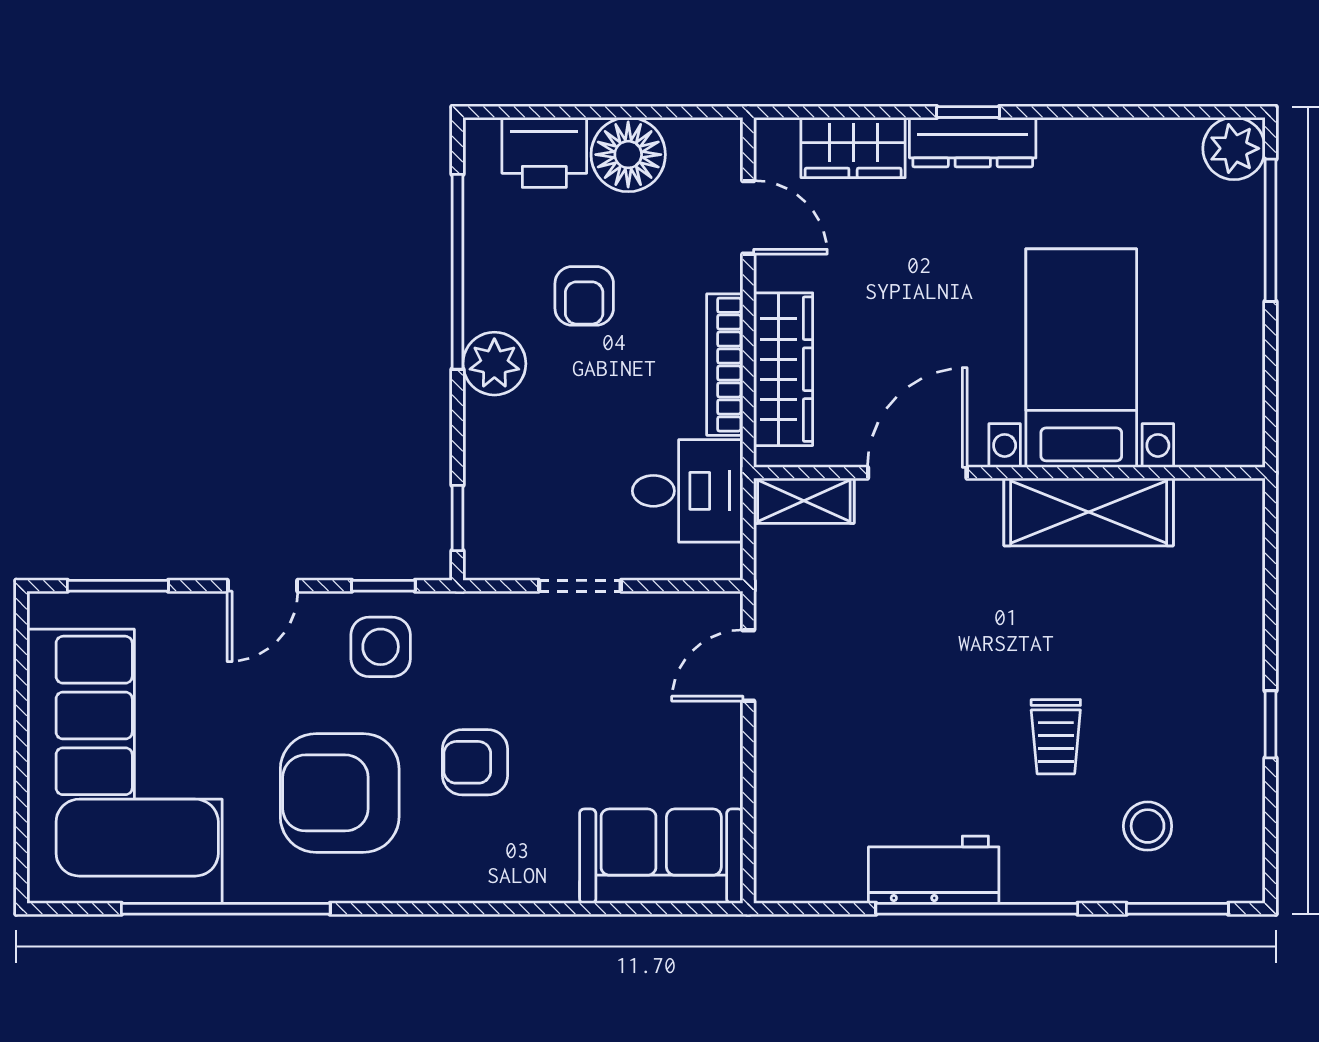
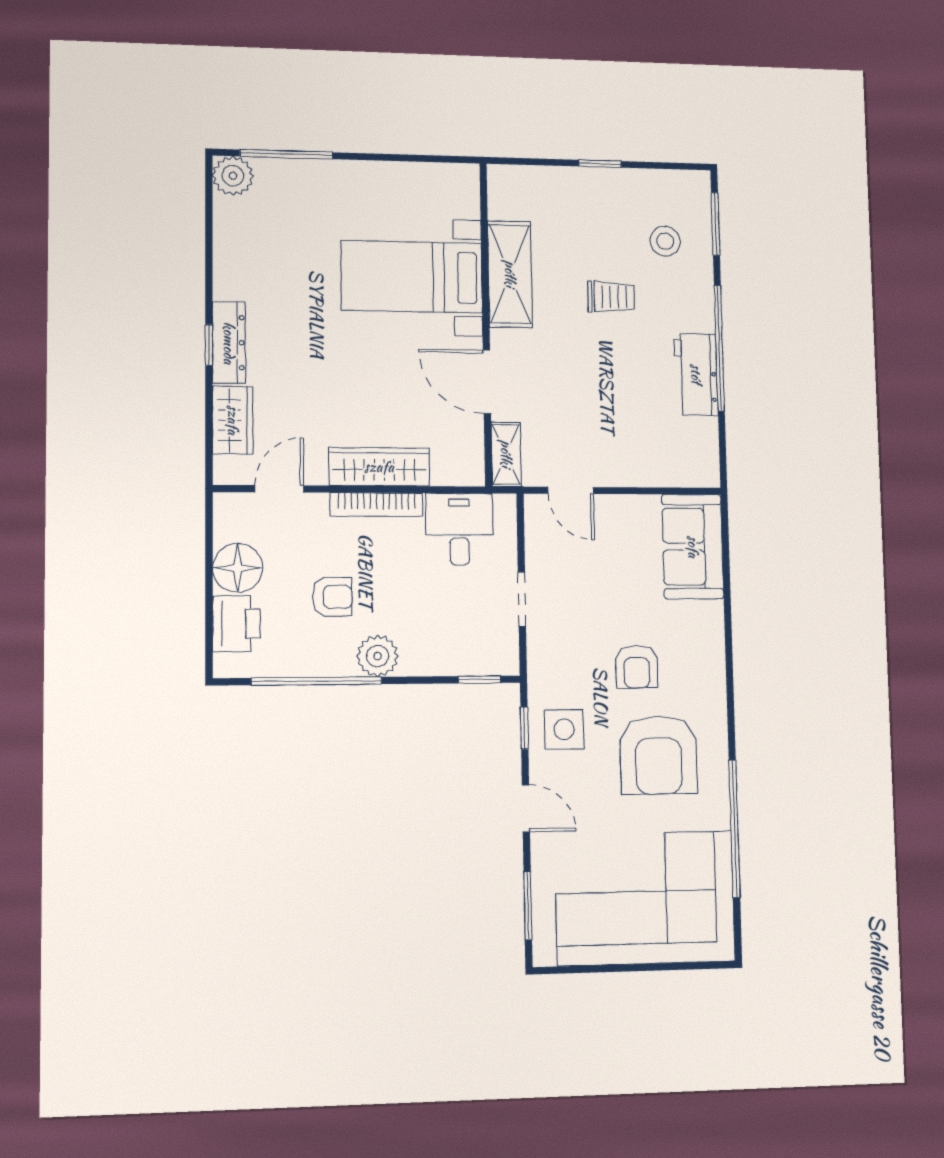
bed with nightstands: (1081, 358) -> (412, 277), moved
door: (917, 473) -> (487, 382), moved
wall: (1009, 473) -> (486, 323), moved
shelving: (804, 501) -> (506, 454), moved
shelving: (1089, 512) -> (510, 274), moved

